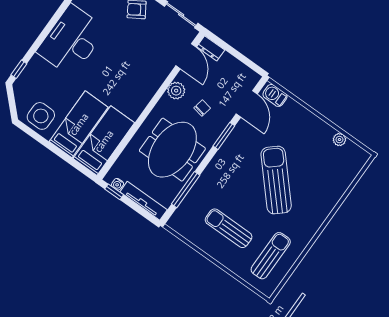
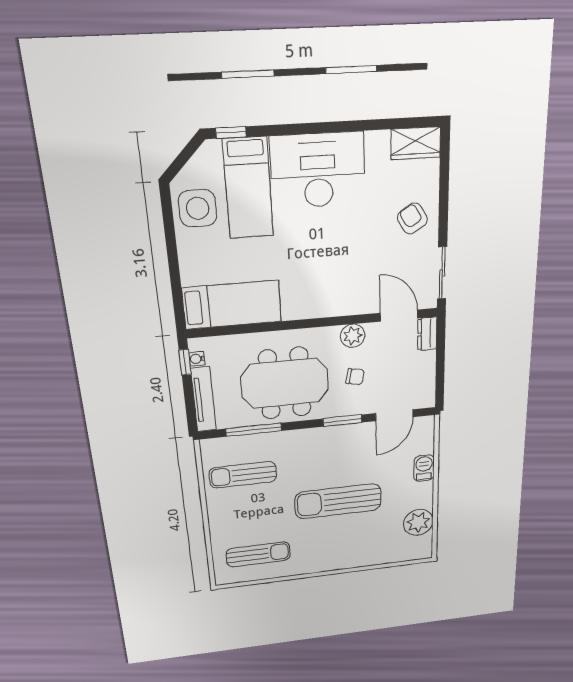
door: (186, 56) -> (399, 316), swing flipped
barbecue: (275, 95) -> (424, 468), moved
bed: (79, 124) -> (248, 188), moved, turned 90
plant: (339, 140) -> (418, 522), width x1.87, depth x1.87
sun lounger: (276, 180) -> (338, 501), turned -138
sun lounger: (229, 228) -> (243, 475), moved, turned -90

